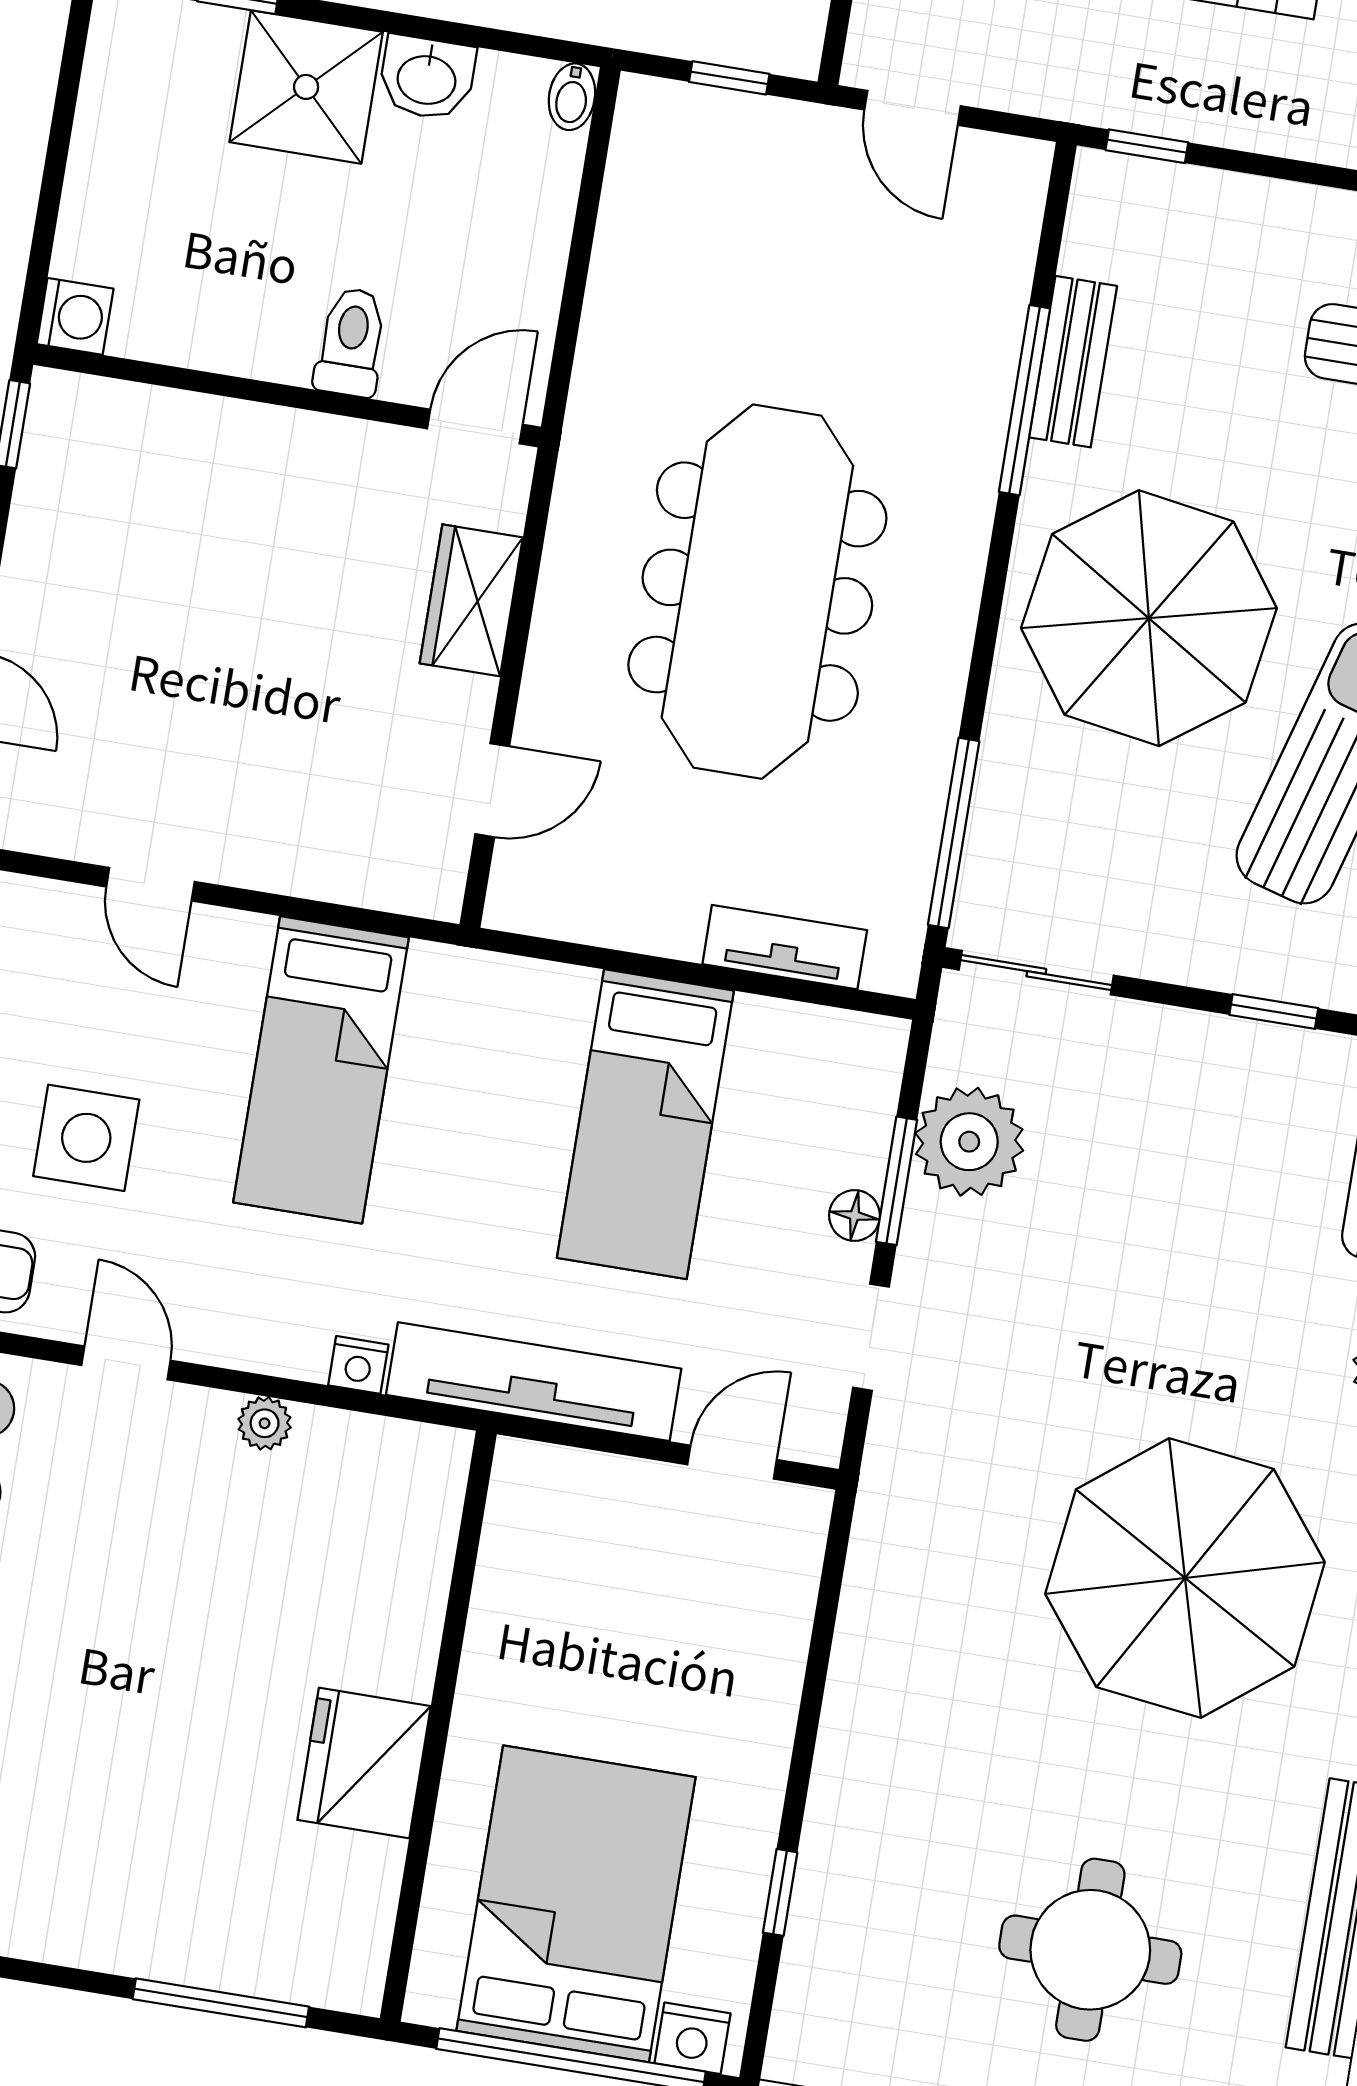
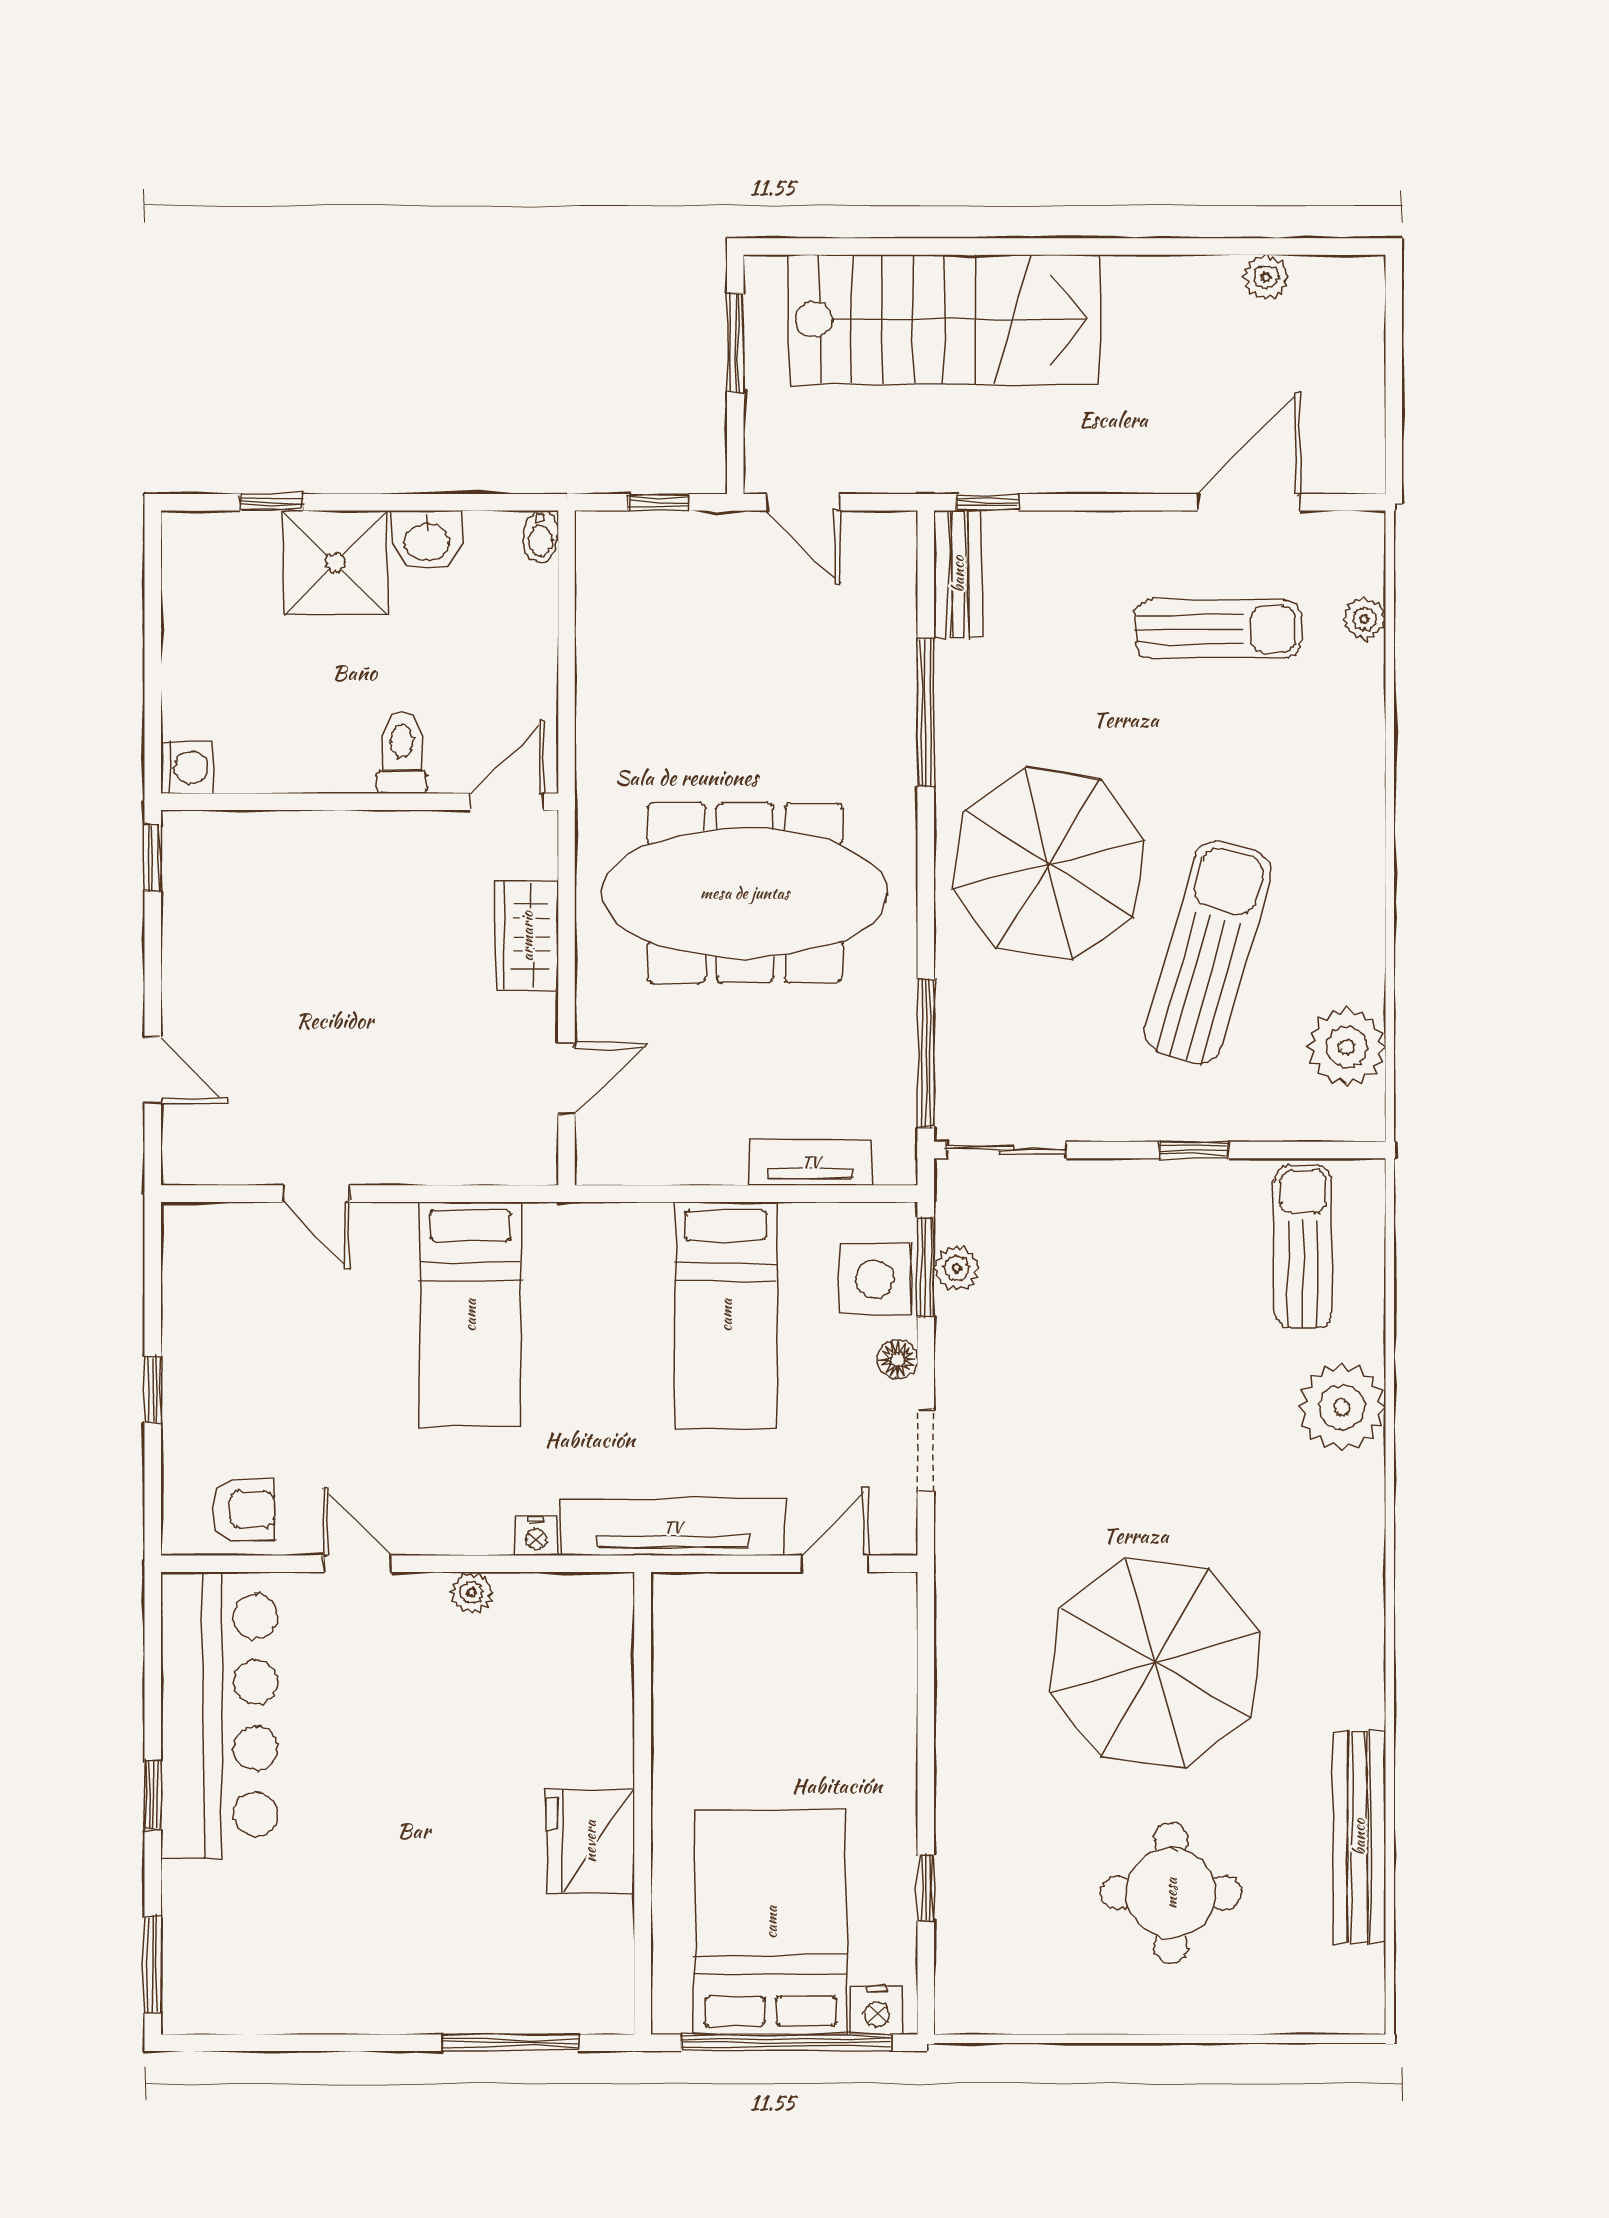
bench: (1073, 362) -> (958, 574), moved
meeting table: (757, 592) -> (745, 893), turned 90
side table: (86, 1138) -> (875, 1279), moved
plant: (969, 1142) -> (957, 1268), width x0.53, depth x0.53
window: (897, 1181) -> (926, 1267), moved
parasol: (1185, 1578) -> (1156, 1663), moved

